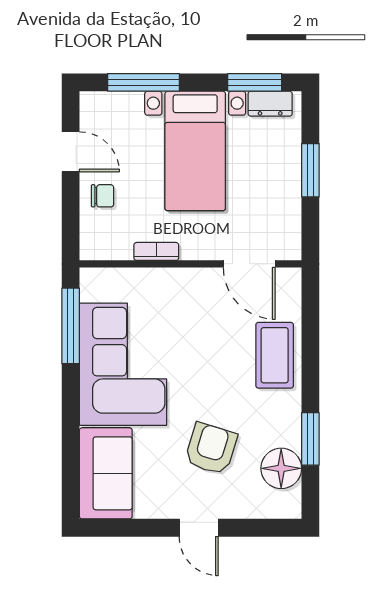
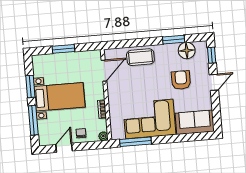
window: (255, 82) -> (30, 86), moved
dresser: (270, 104) -> (38, 68), removed
plant: (91, 249) -> (103, 136), added
armchair: (211, 449) -> (181, 80), turned 73
window: (265, 528) -> (212, 55), added

